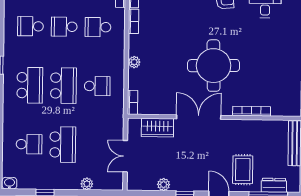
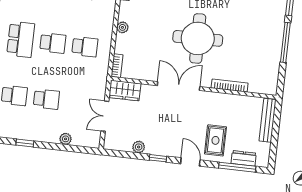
school desk: (63, 86) -> (53, 43), width x0.54
wardrobe: (157, 128) -> (125, 91), moved
school desk: (63, 145) -> (46, 99), width x0.54

